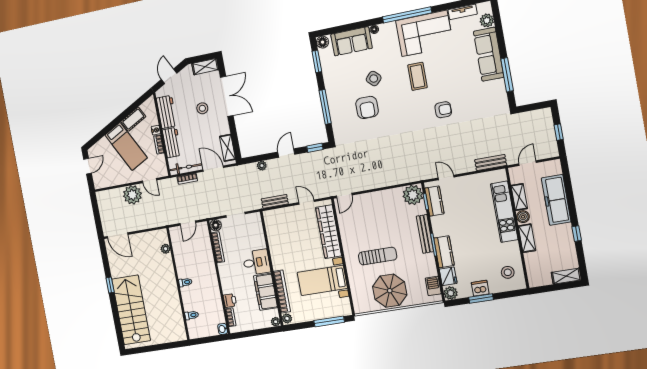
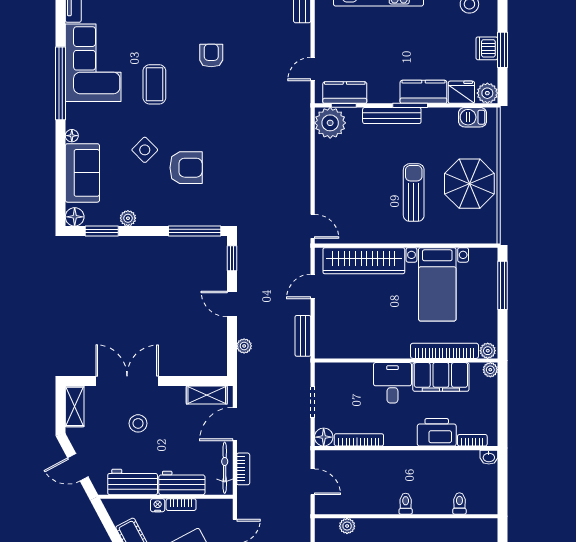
plant: (328, 76) -> (128, 218), added
coffee table: (417, 76) -> (154, 84), turned 90
window: (325, 107) -> (195, 231), moved
printer: (230, 301) -> (437, 432), width x1.87, depth x1.48

